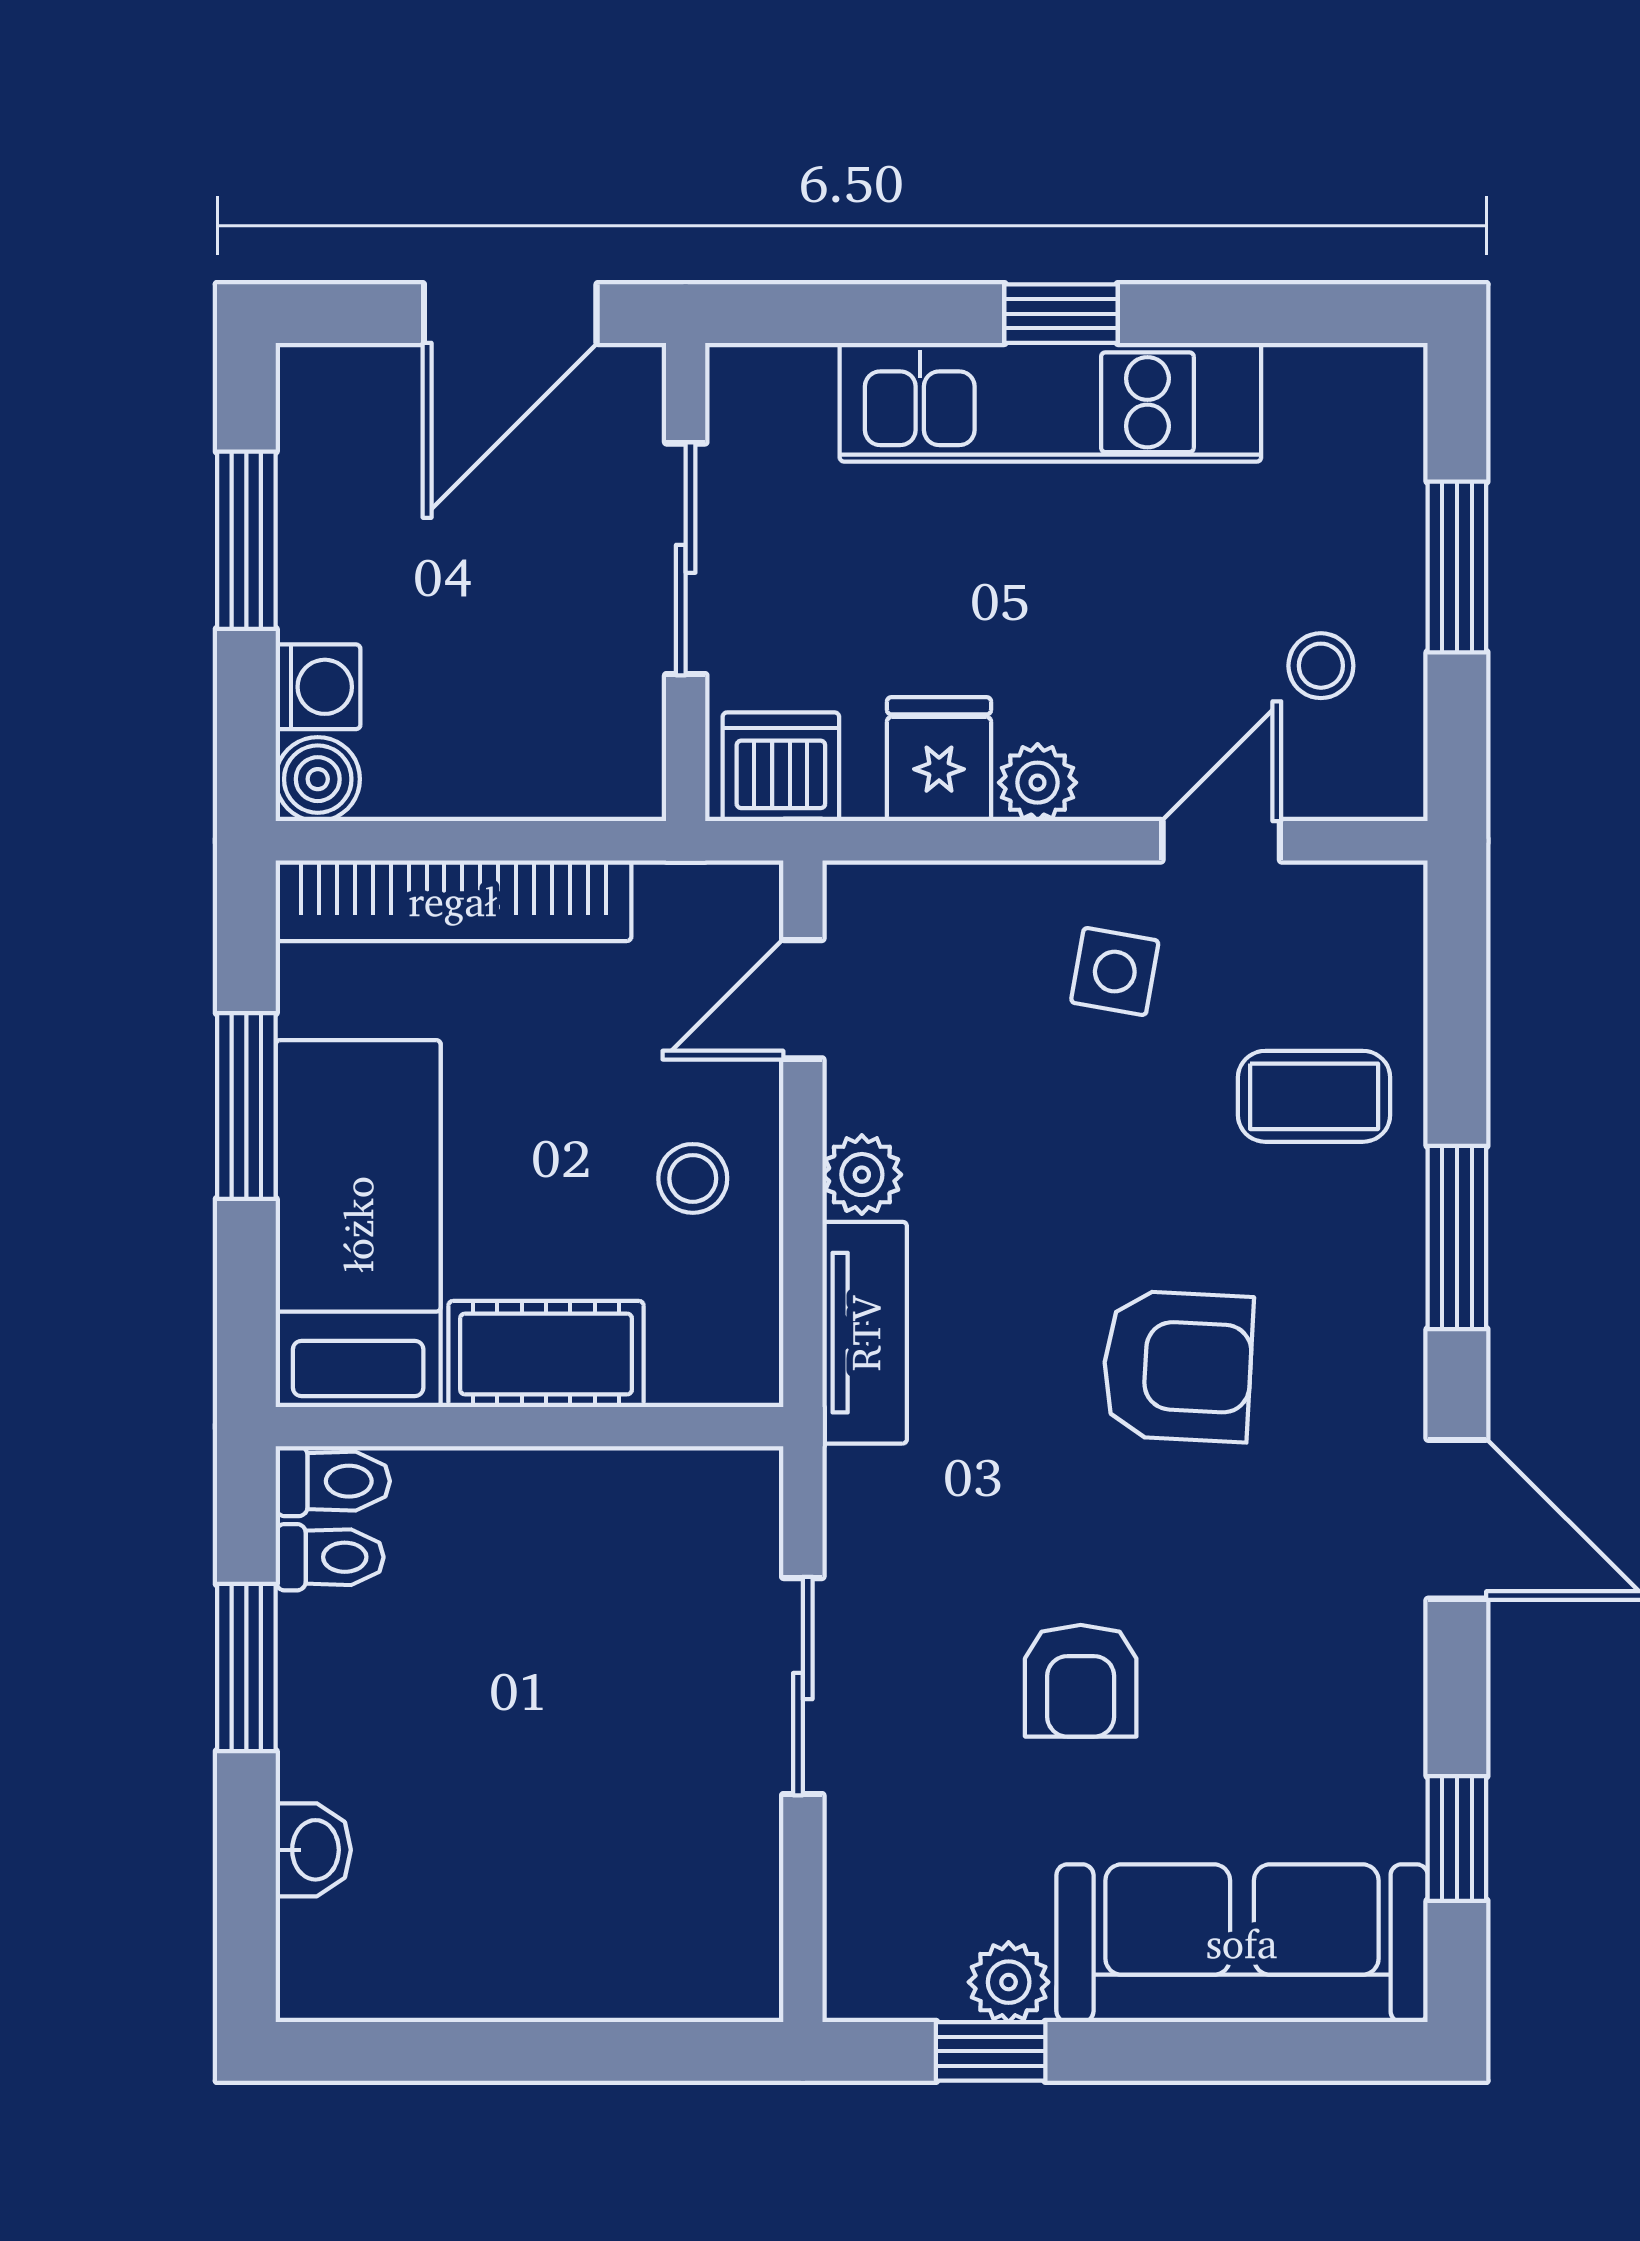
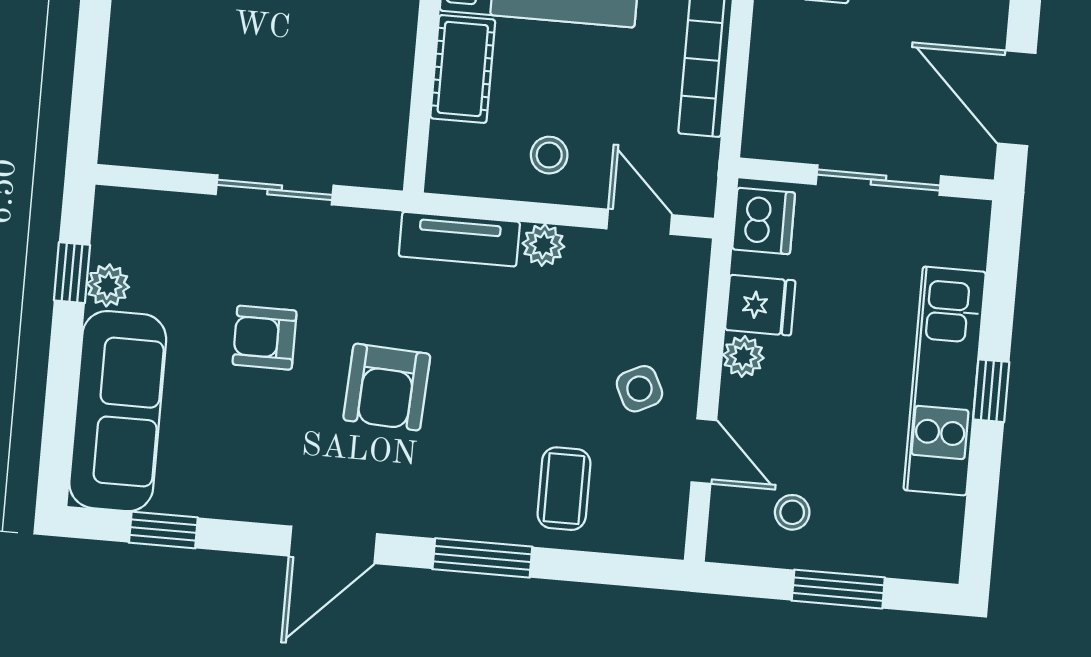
side table: (1115, 972) -> (639, 389), turned -36
armchair: (1177, 1366) -> (387, 387), moved

